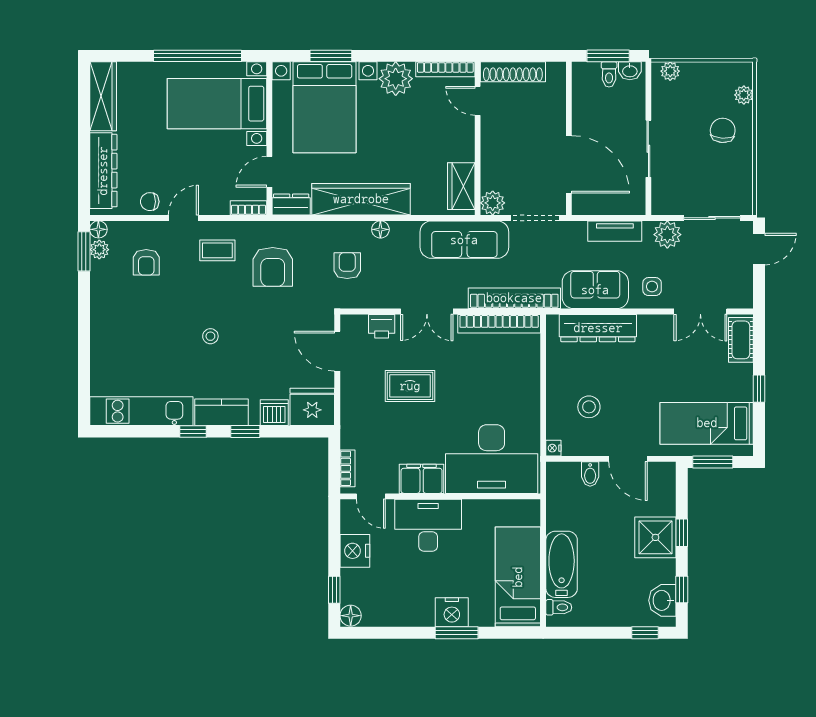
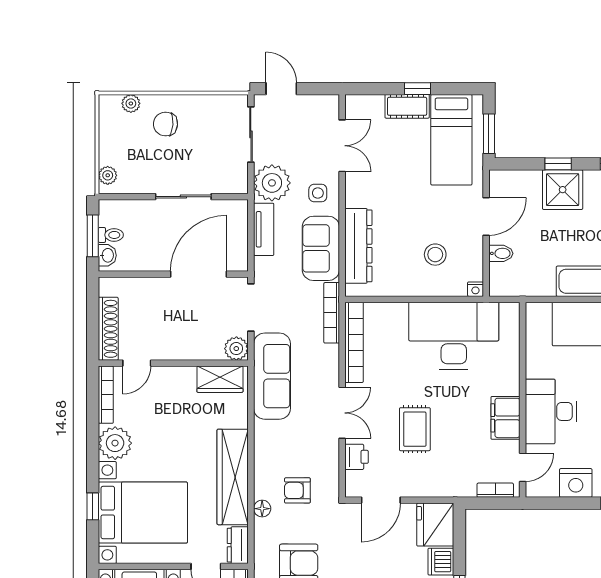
window: (331, 56) -> (93, 506), width x0.67
washbasin: (630, 71) -> (107, 255), moved
floor lamp: (380, 229) -> (262, 509), moved
plant: (667, 235) -> (272, 183), width x1.36, depth x1.36
bookcase: (514, 298) -> (332, 313), width x0.68, depth x0.76
cot: (741, 340) -> (407, 106), moved
desk: (492, 459) -> (454, 336), moved, turned -90

